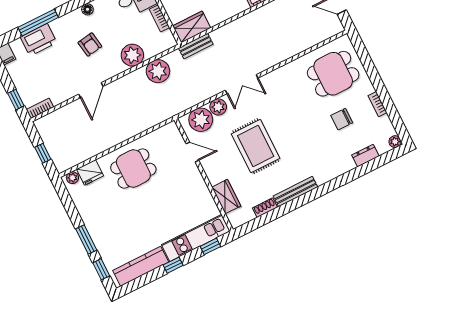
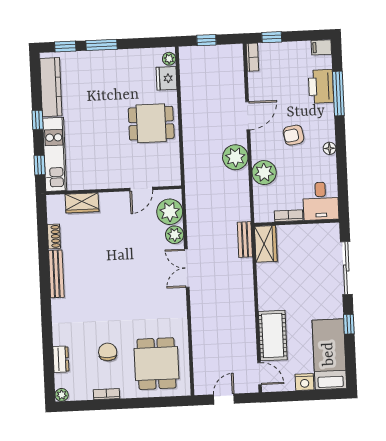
plant: (158, 71) -> (235, 157), moved
door: (91, 90) -> (248, 116), swing flipped
rug: (256, 146) -> (119, 255), removed
dining table: (133, 169) -> (151, 123), turned 90

